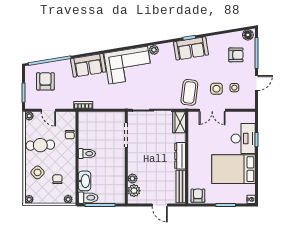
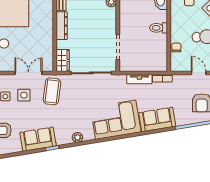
sofa: (191, 48) -> (38, 139), moved
plant: (154, 50) -> (77, 137), moved
tv unit: (105, 104) -> (139, 79), added

